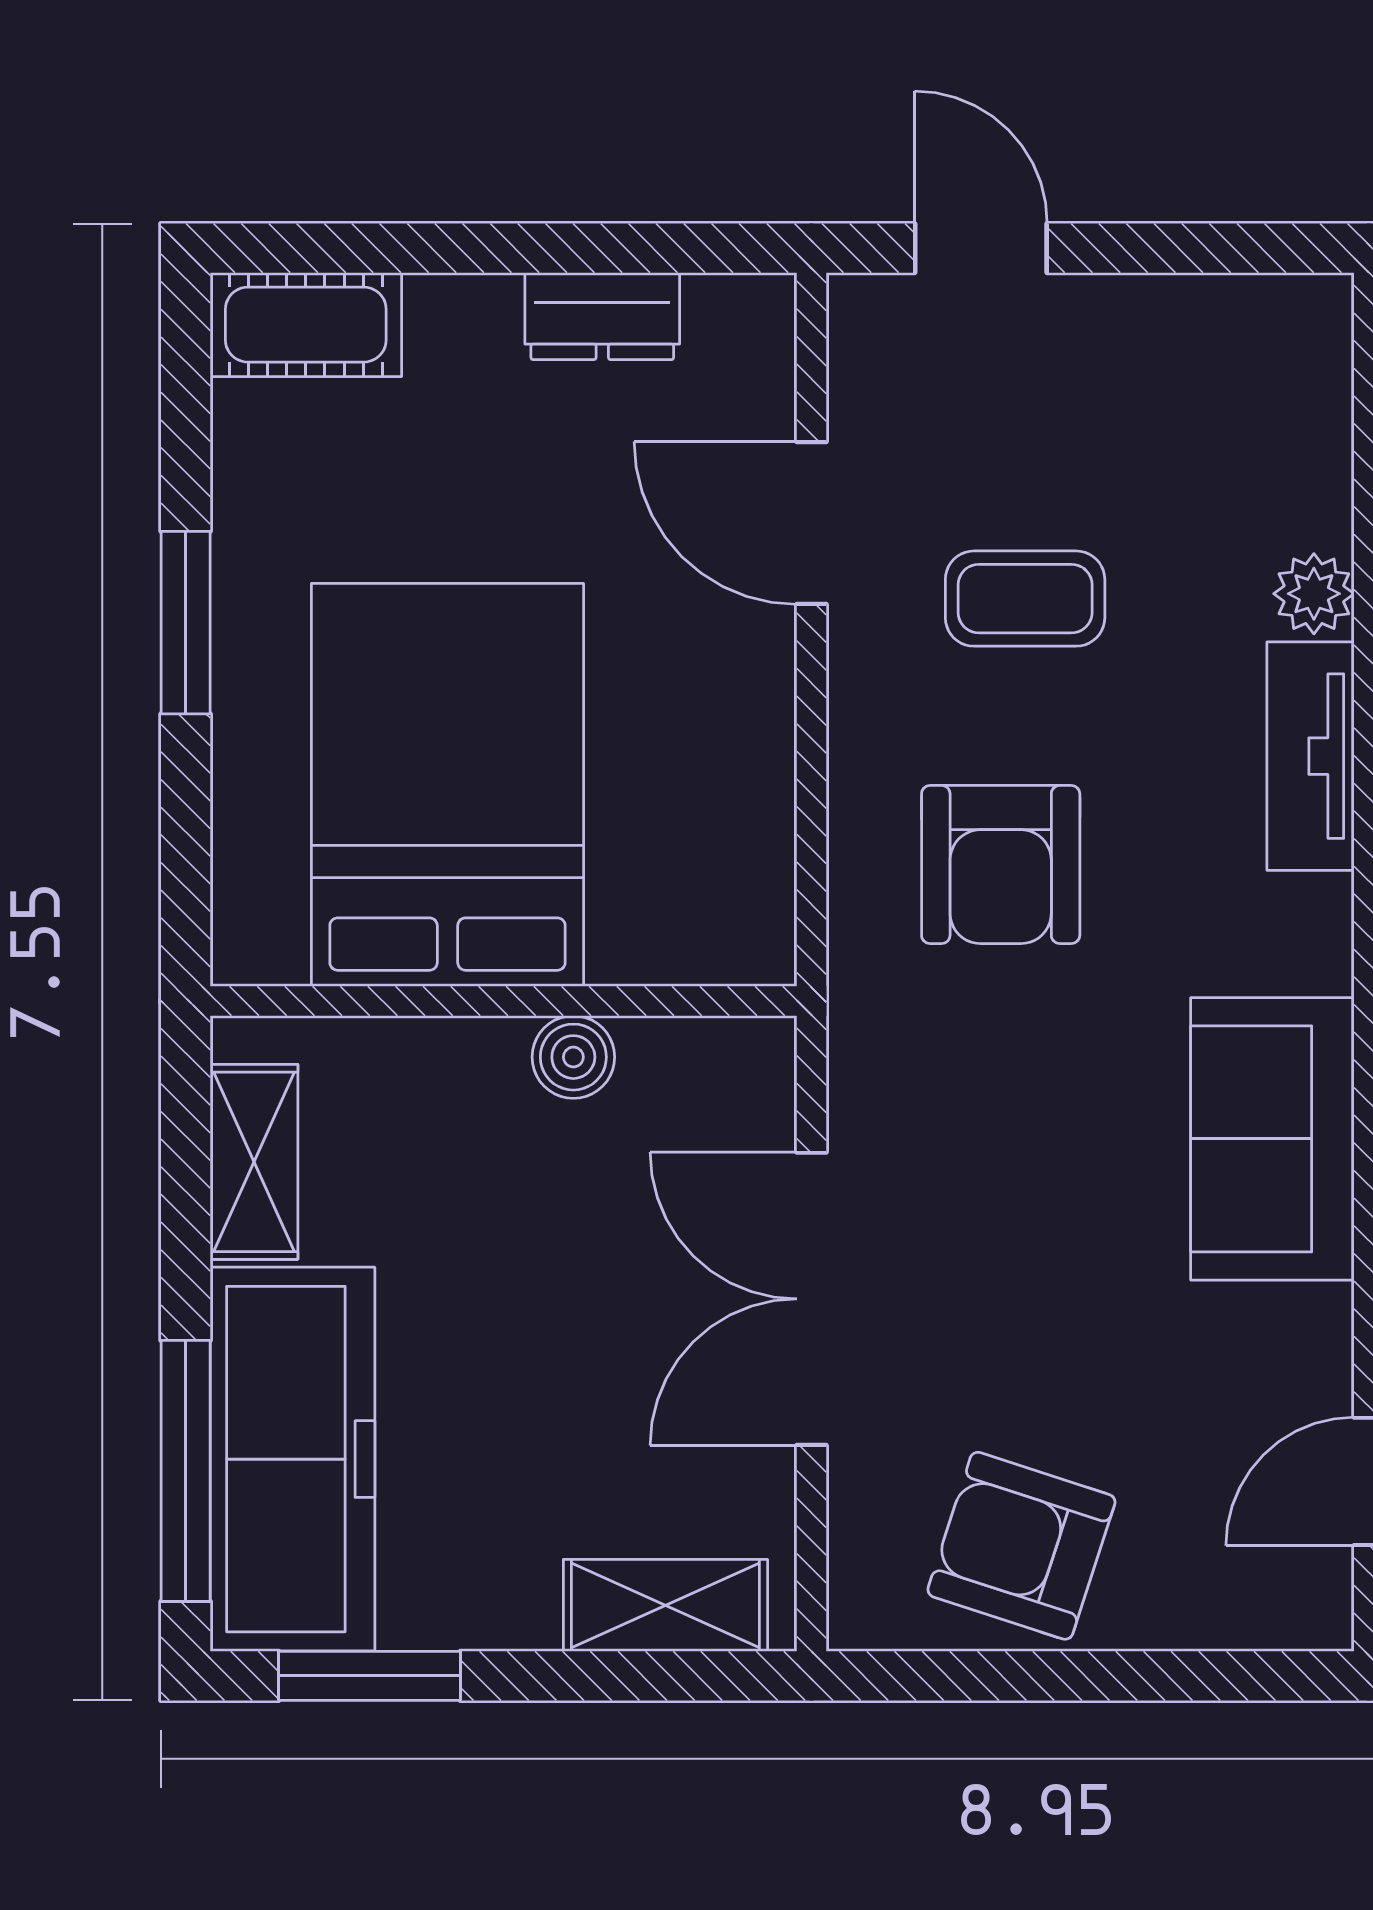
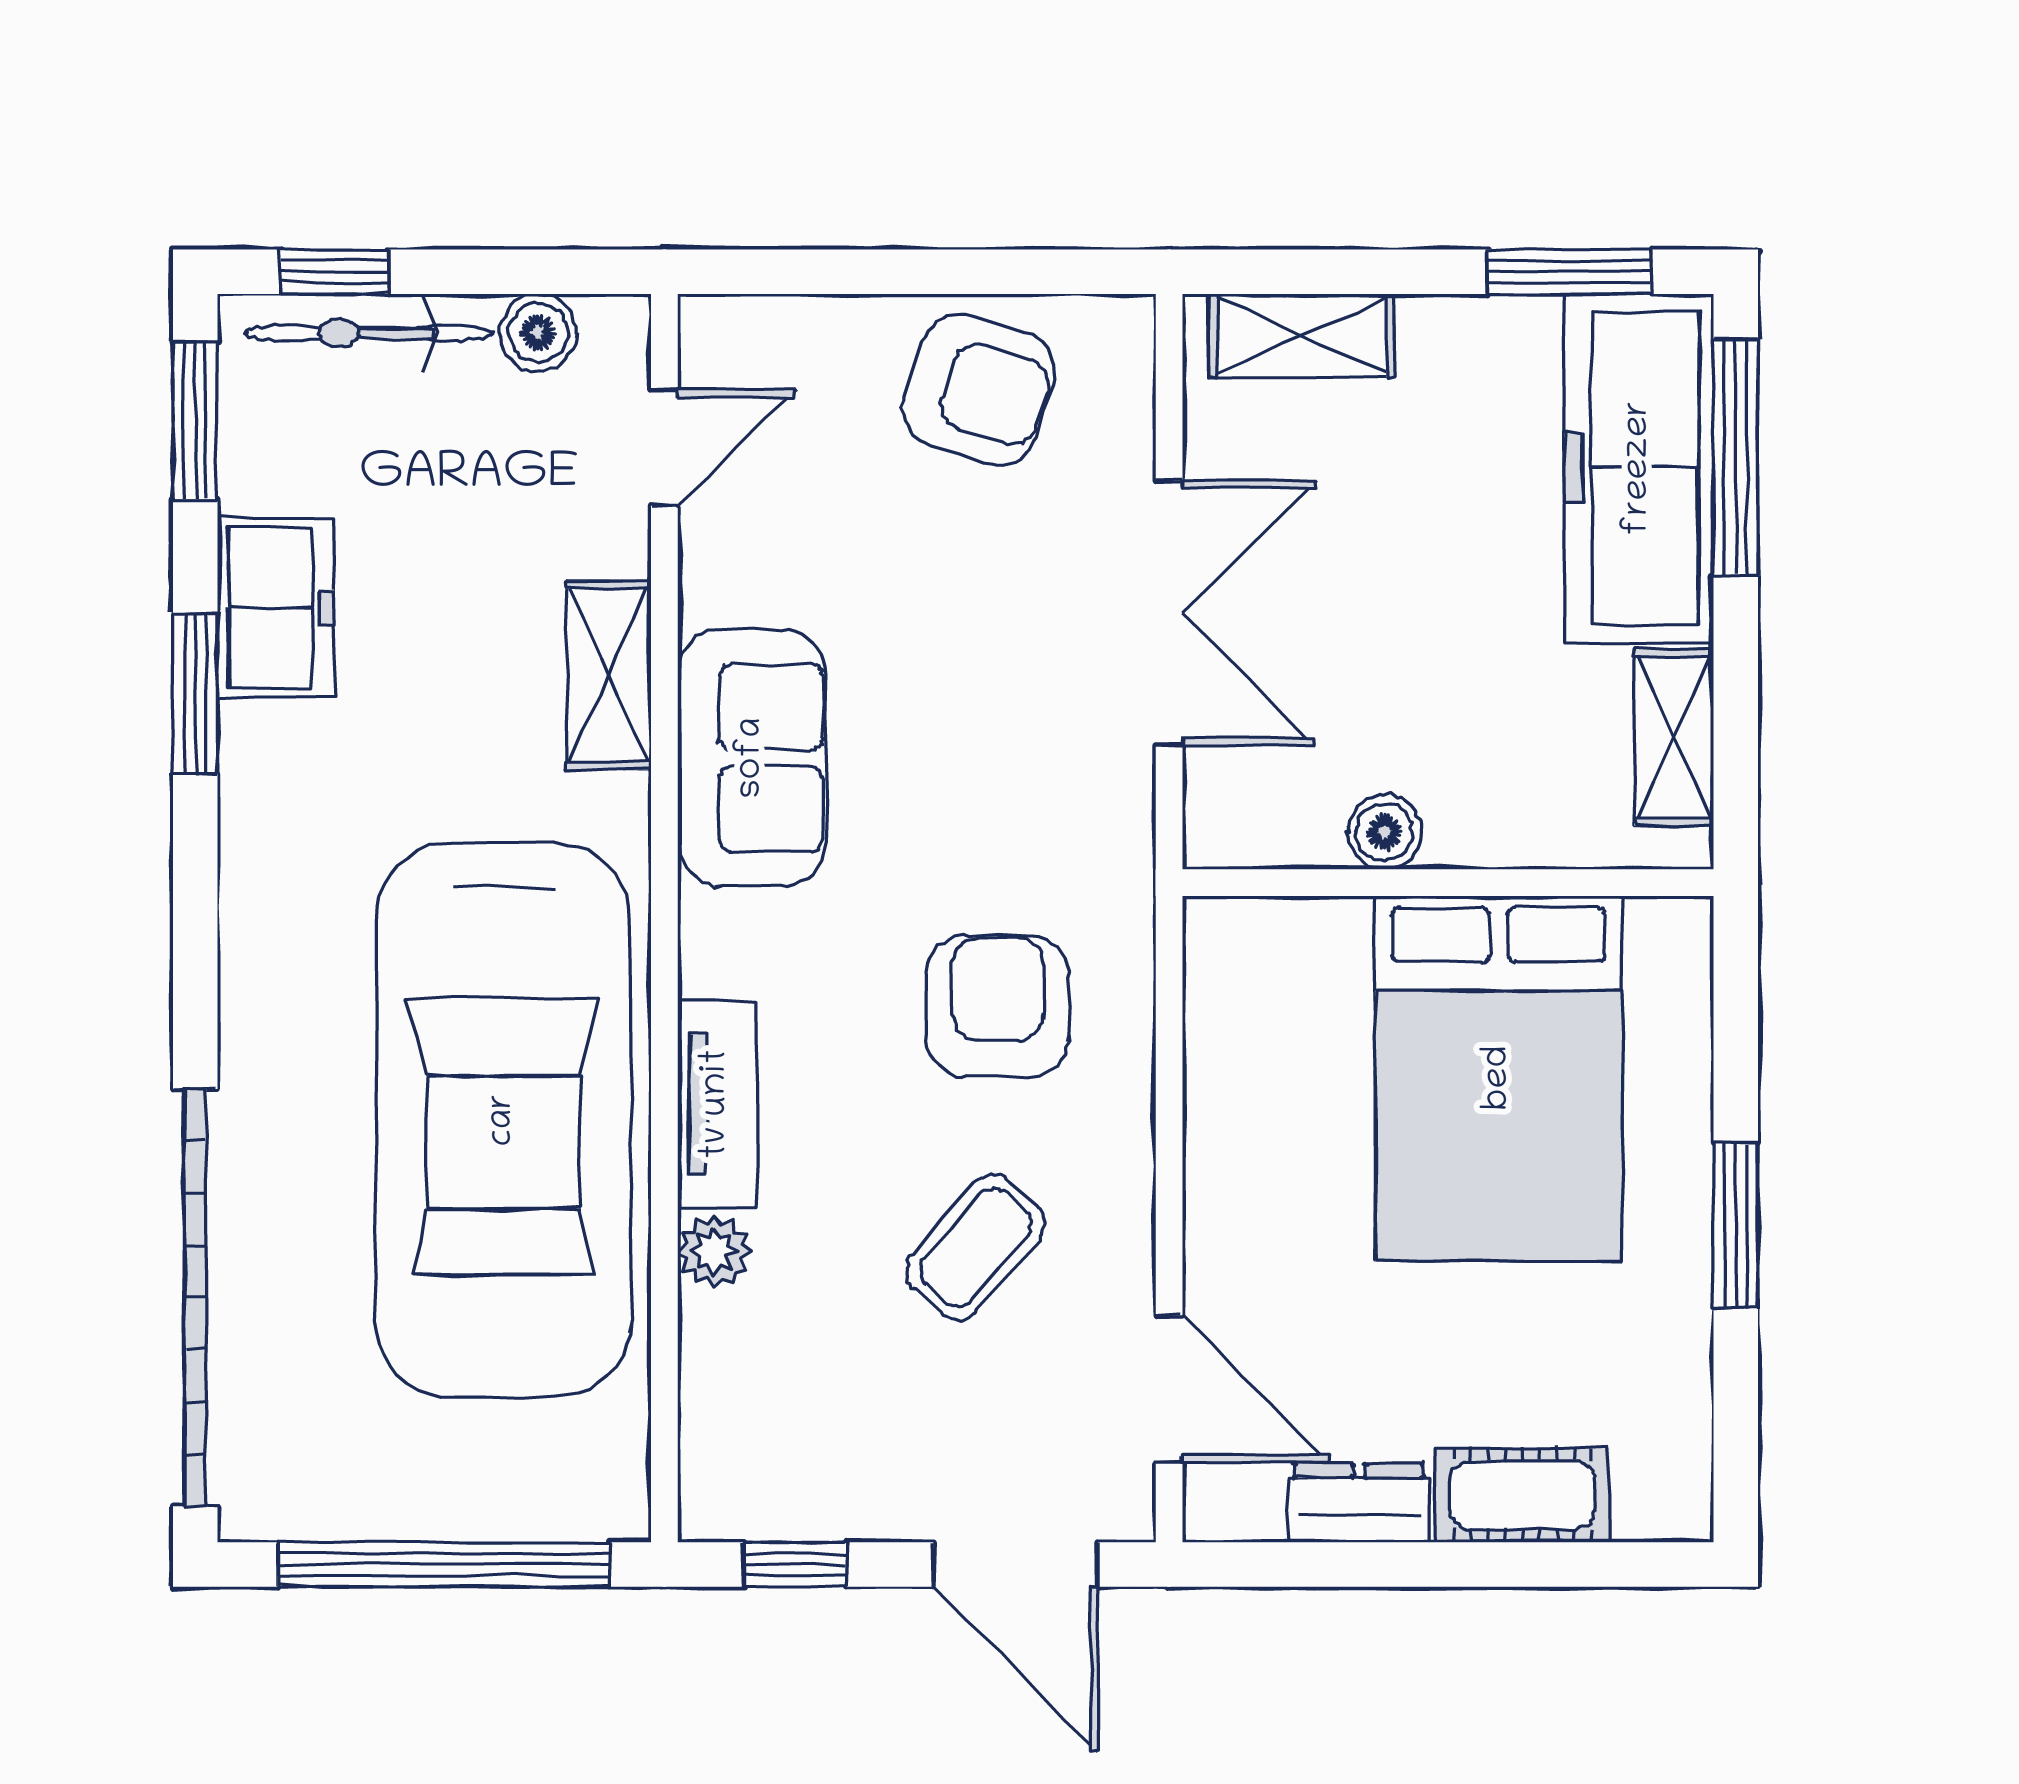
door: (981, 248) -> (1016, 1564), width x1.38
window: (1225, 248) -> (795, 1564), added
cot: (306, 325) -> (1522, 1495), moved
door: (811, 523) -> (1169, 1389), moved
coffee table: (1025, 599) -> (976, 1247), turned -49

